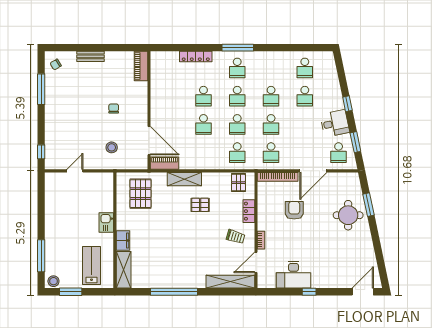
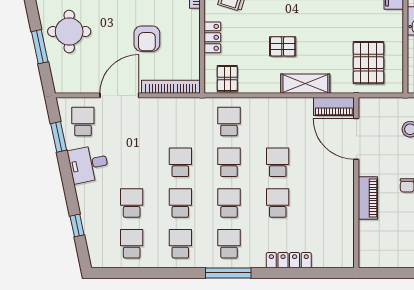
piano: (141, 66) -> (368, 198), moved
window: (347, 104) -> (77, 225), moved
school desk: (271, 153) -> (180, 244), moved

